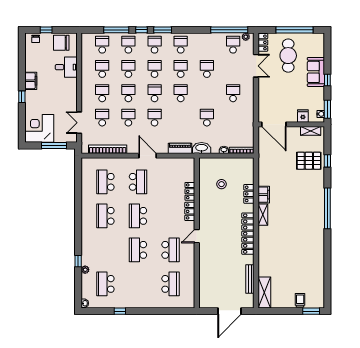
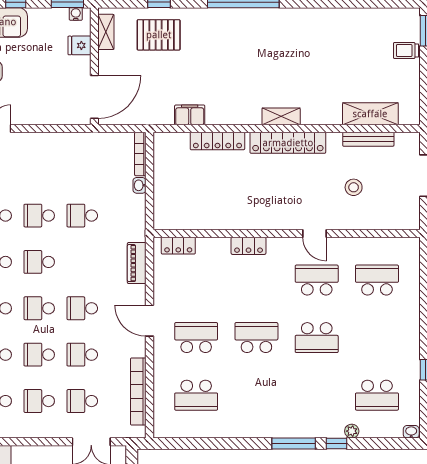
school desk: (233, 93) -> (39, 216), moved
washbasin: (202, 148) -> (136, 225), removed
door: (148, 156) -> (150, 321), hinge flipped
pallet: (309, 161) -> (159, 35), turned 90
stool: (222, 184) -> (354, 187), moved
locker: (190, 191) -> (178, 246), moved
locker: (249, 194) -> (217, 141), width x1.53
filing cabinet: (264, 195) -> (190, 115), moved
shelving: (263, 215) -> (281, 116), moved
school desk: (105, 216) -> (256, 395), removed
school desk: (138, 216) -> (256, 338), turned 180
door: (197, 236) -> (314, 234), moved
window: (78, 237) -> (294, 443), added
shelving: (264, 293) -> (370, 114), moved

